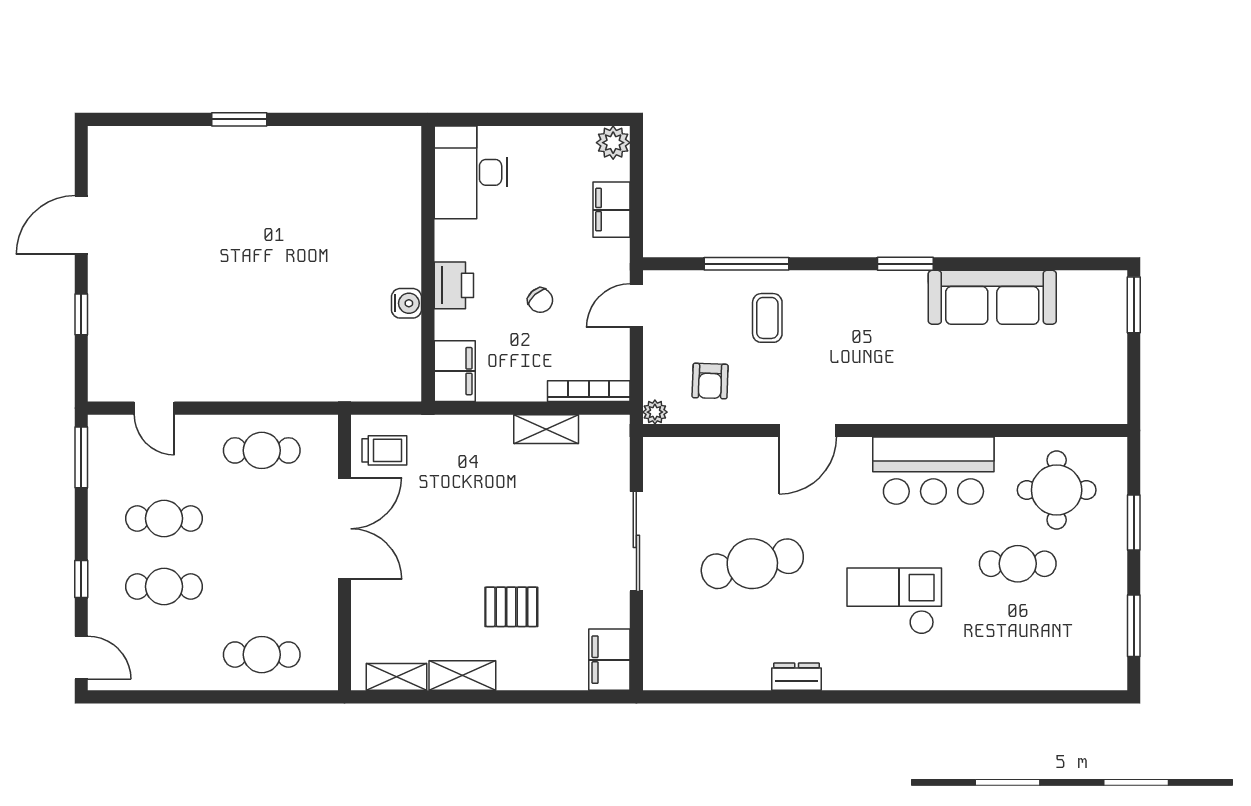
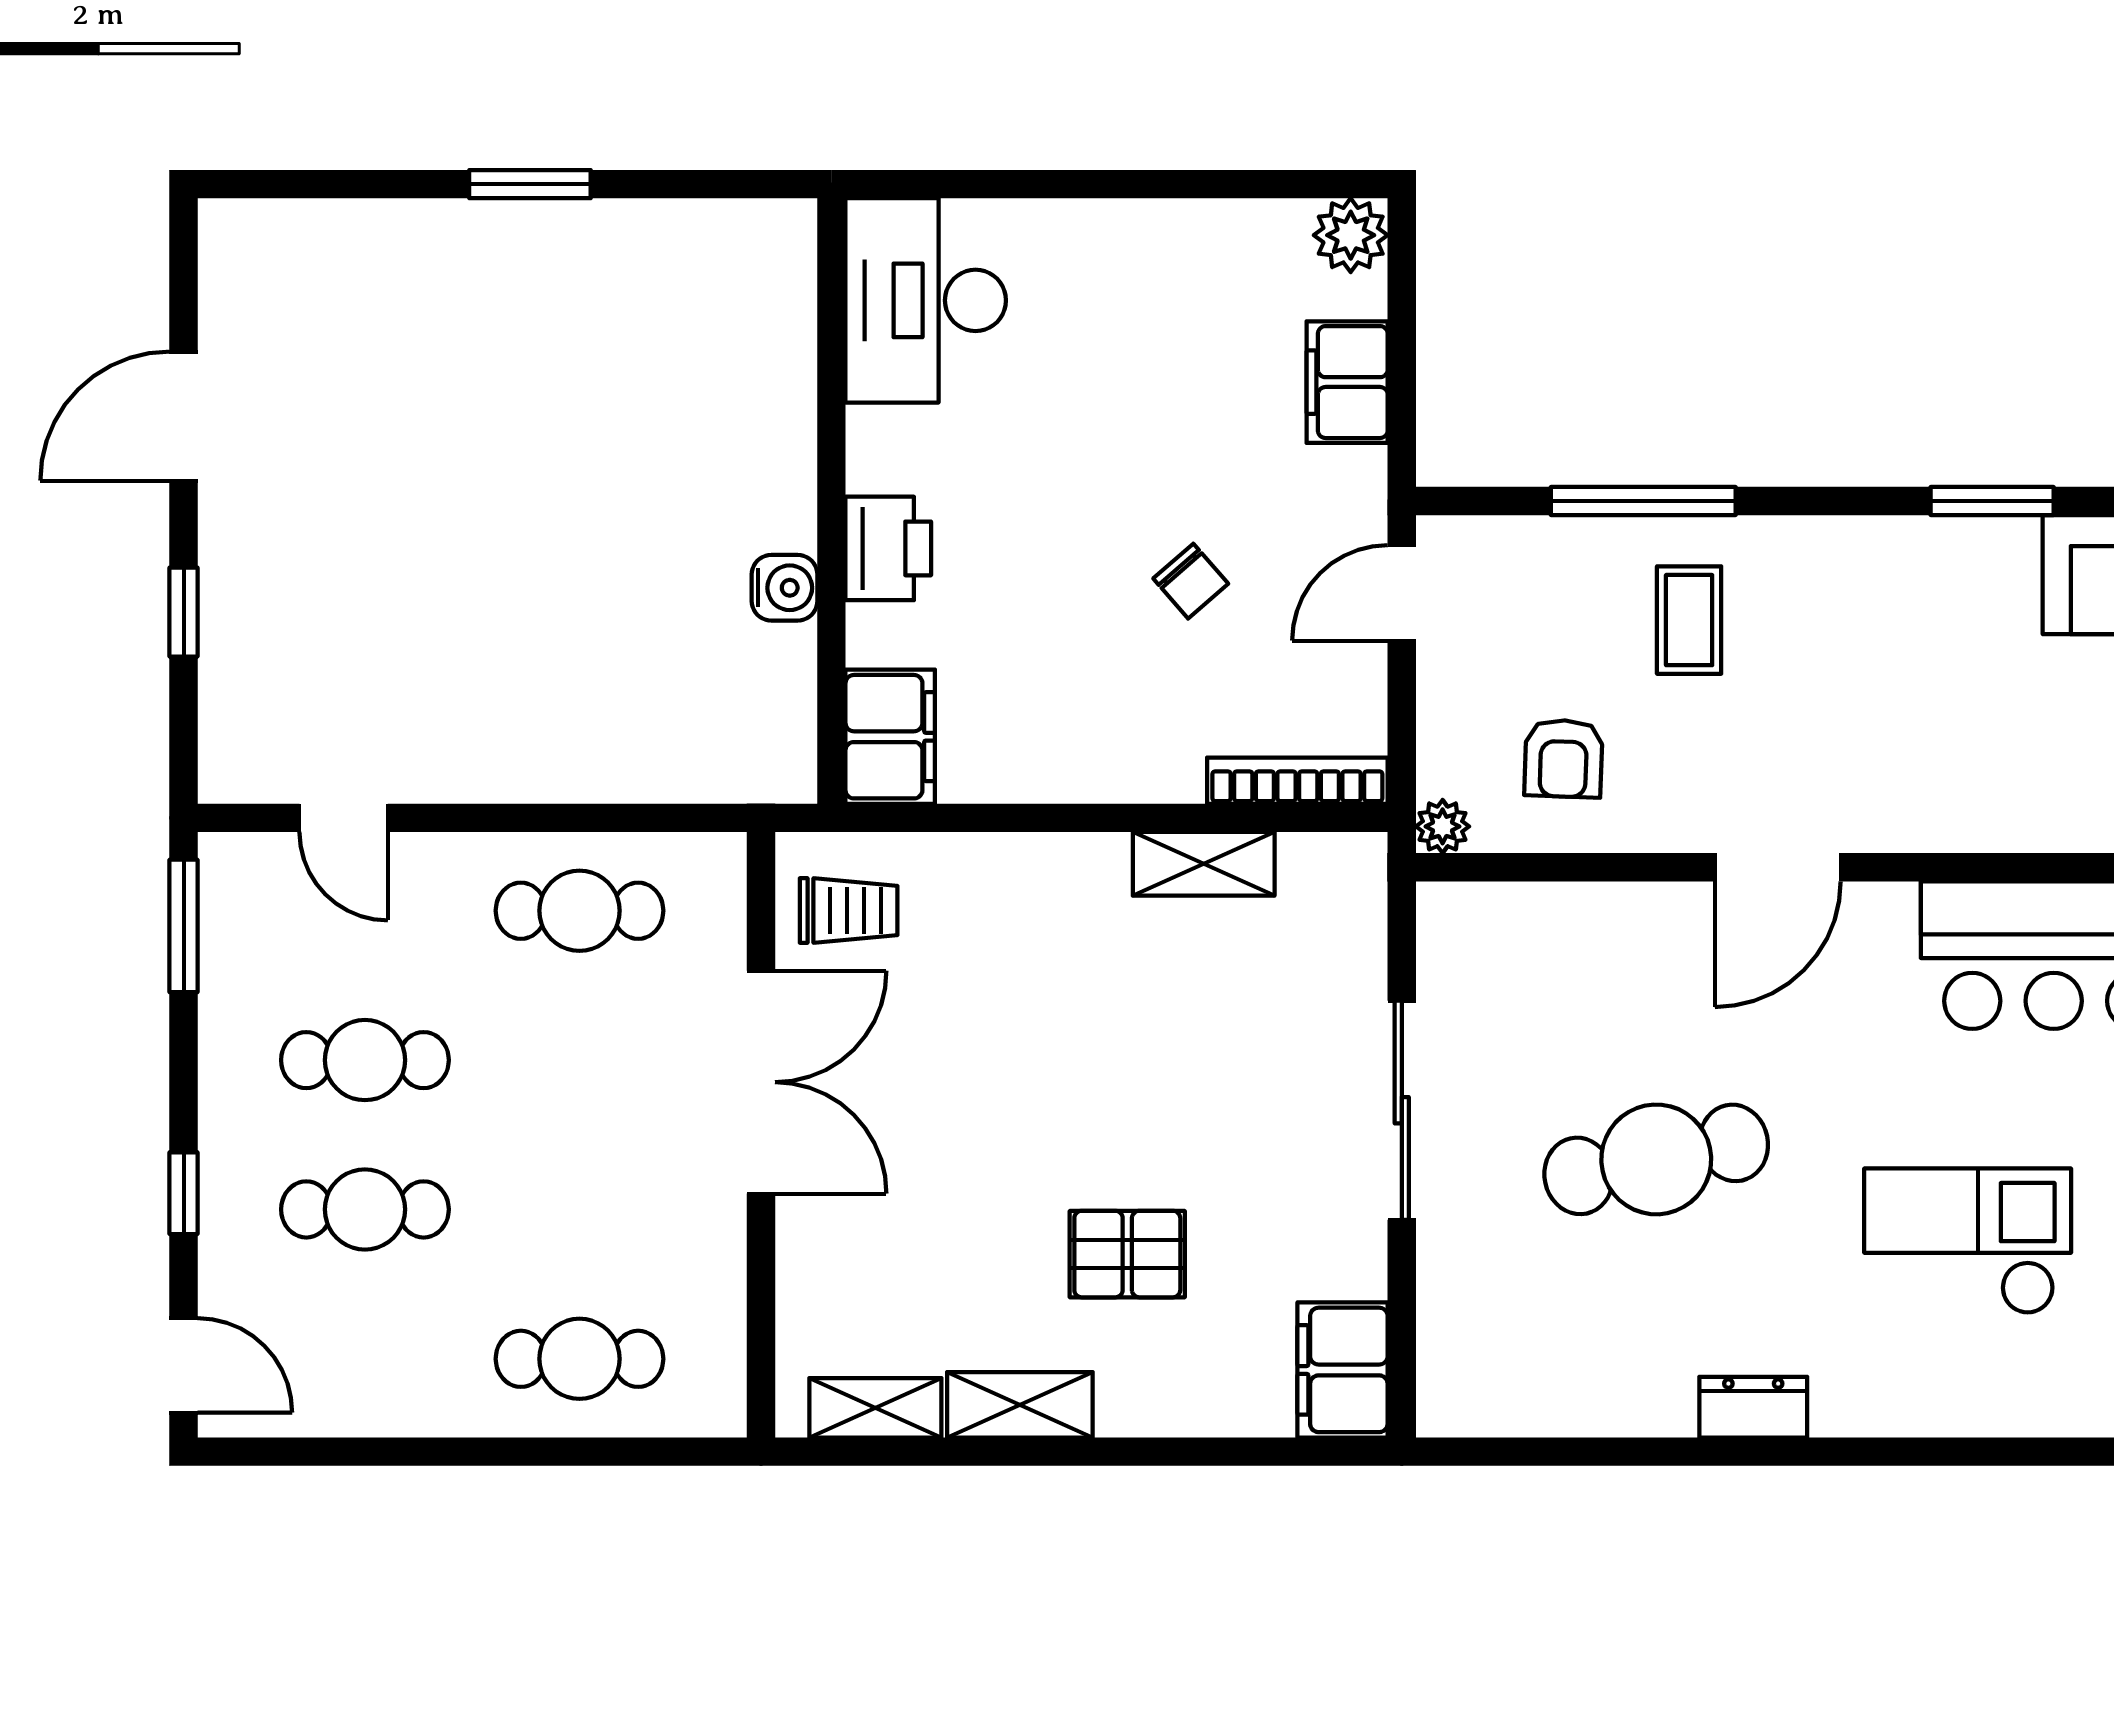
desk: (471, 172) -> (926, 300), moved
wall: (428, 264) -> (831, 501), moved
printer: (454, 285) -> (888, 548), moved
water cooler: (406, 303) -> (784, 588), moved
filing cabinet: (455, 371) -> (890, 737), moved

